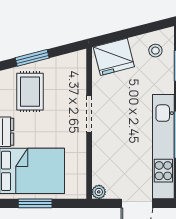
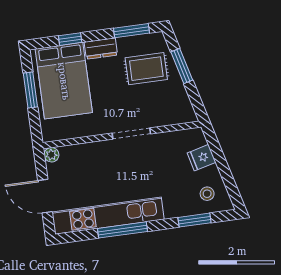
fridge: (114, 57) -> (202, 158), width x0.53, depth x0.75

